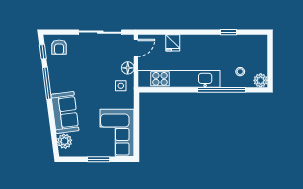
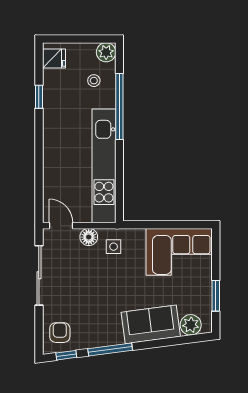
fridge: (173, 43) -> (54, 58), moved
armchair: (59, 47) -> (60, 333), turned -90
window: (99, 159) -> (216, 296), moved

